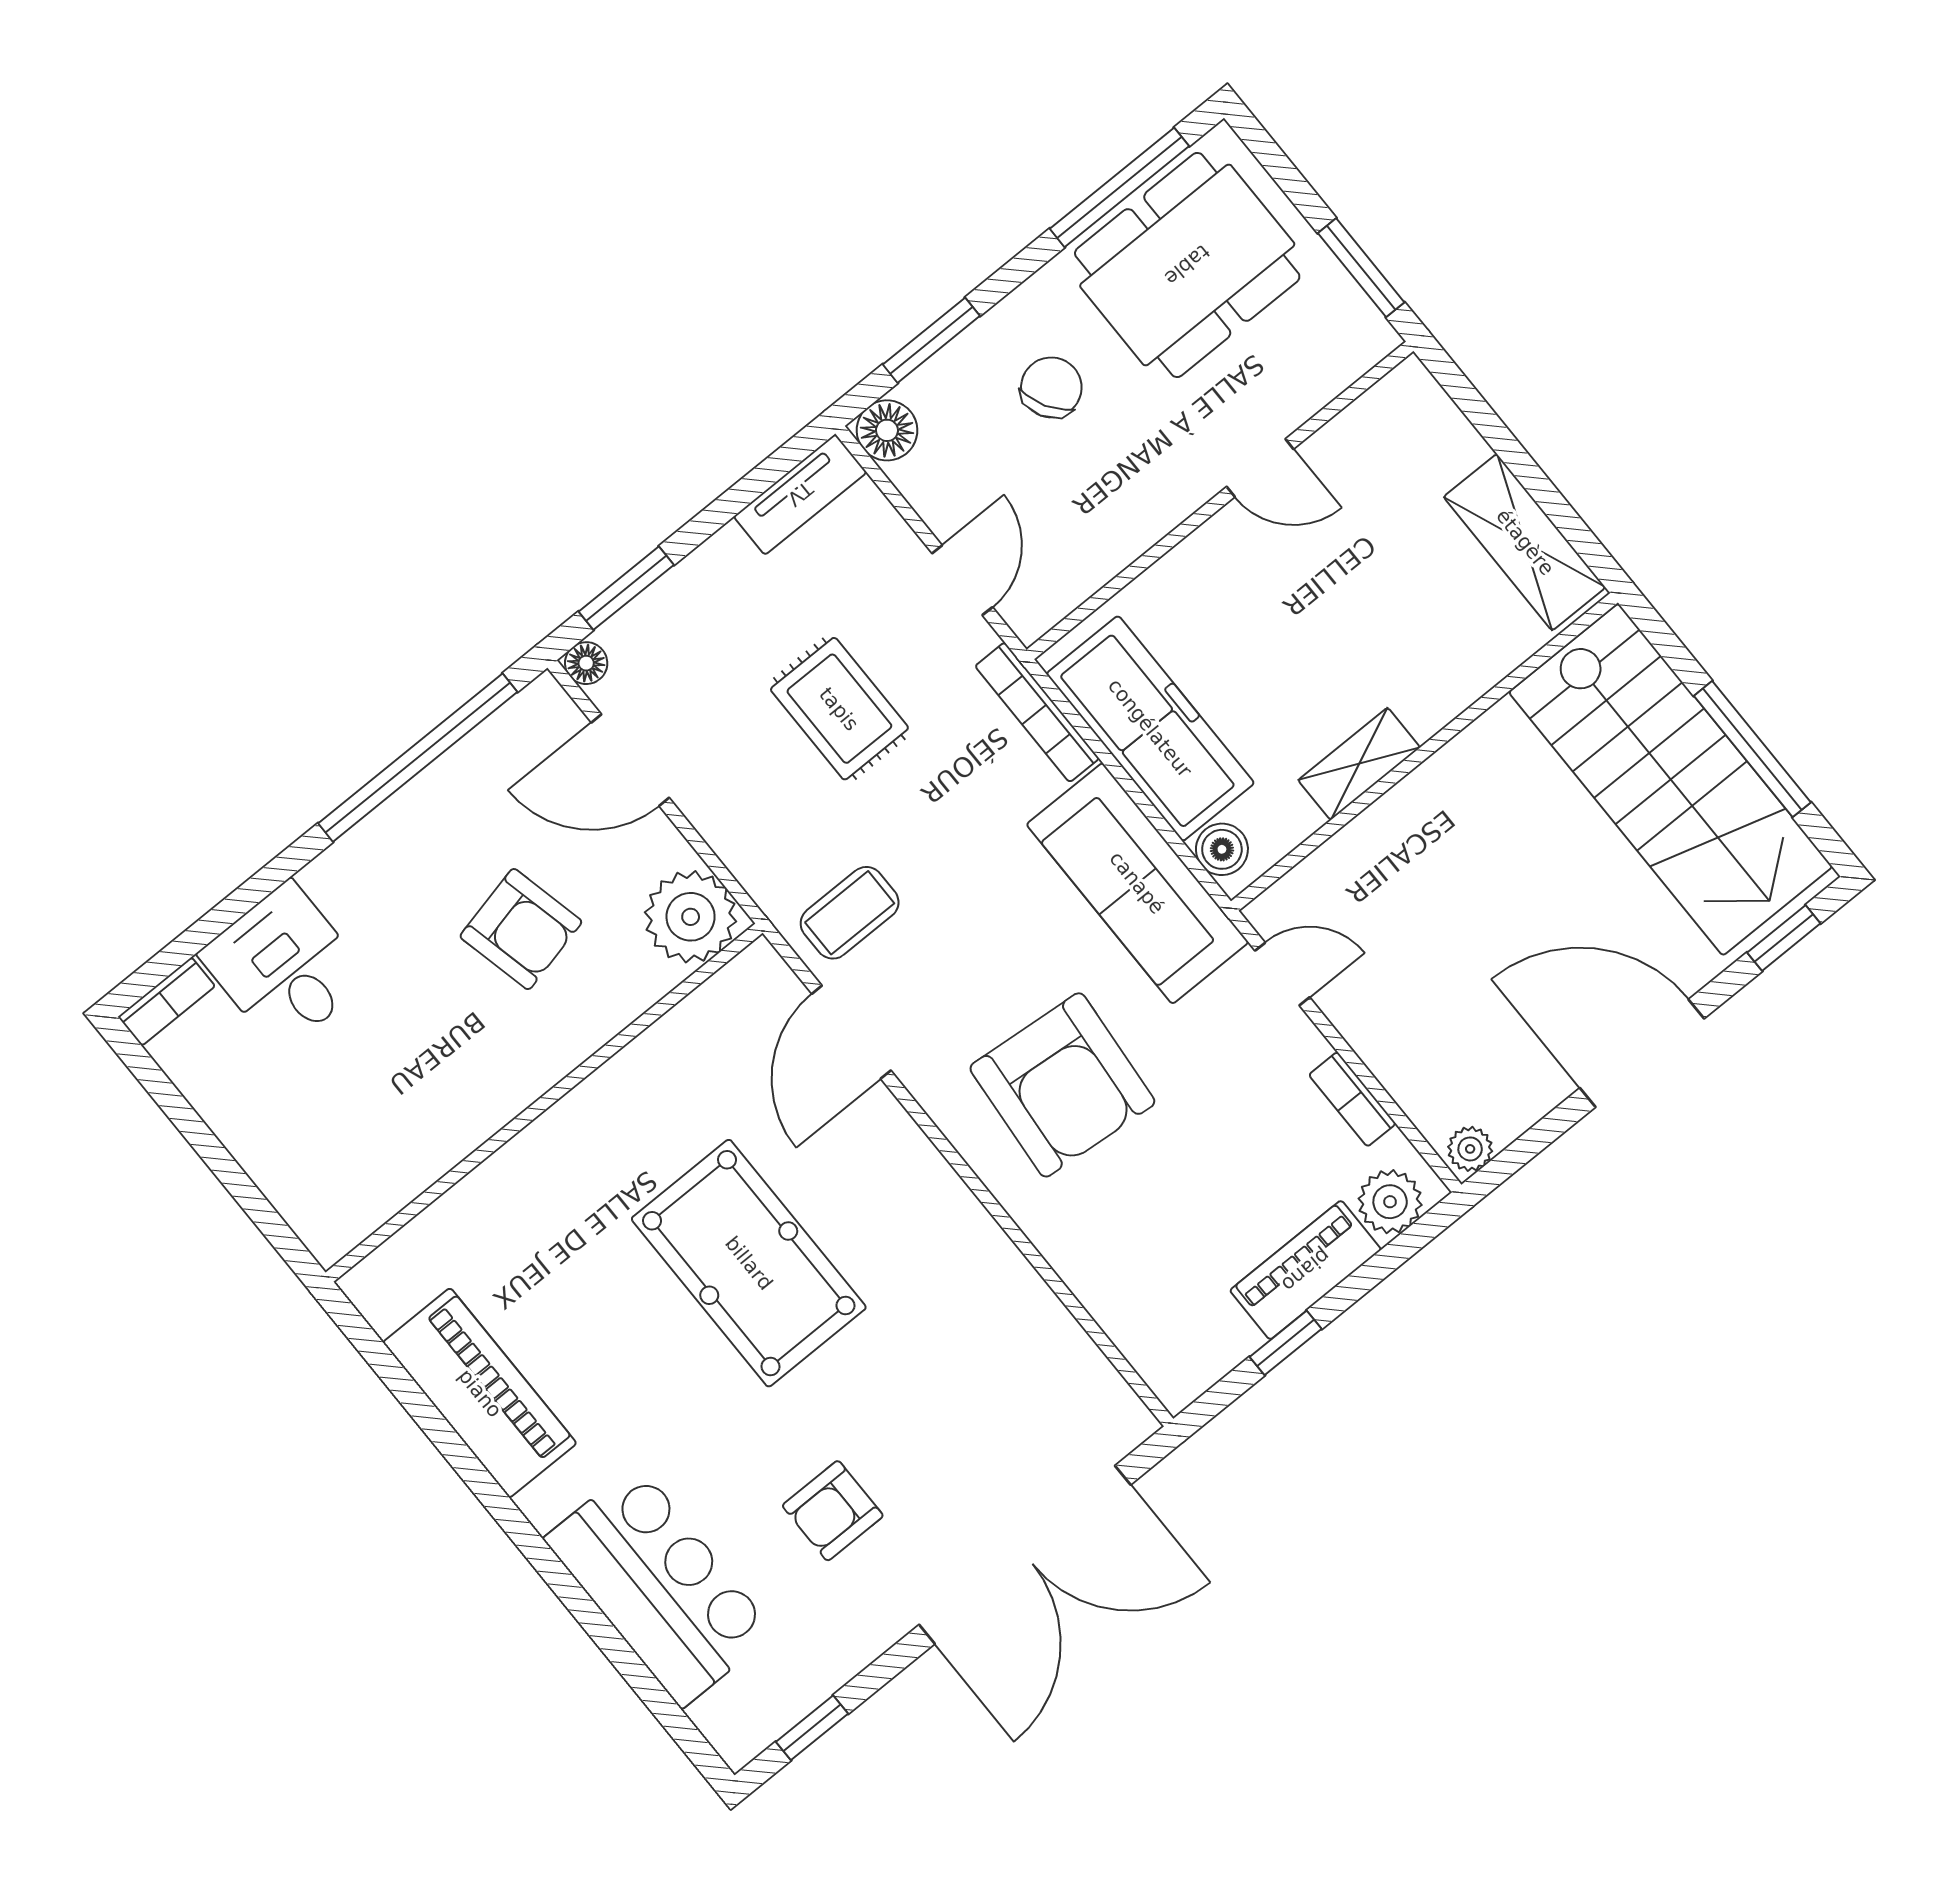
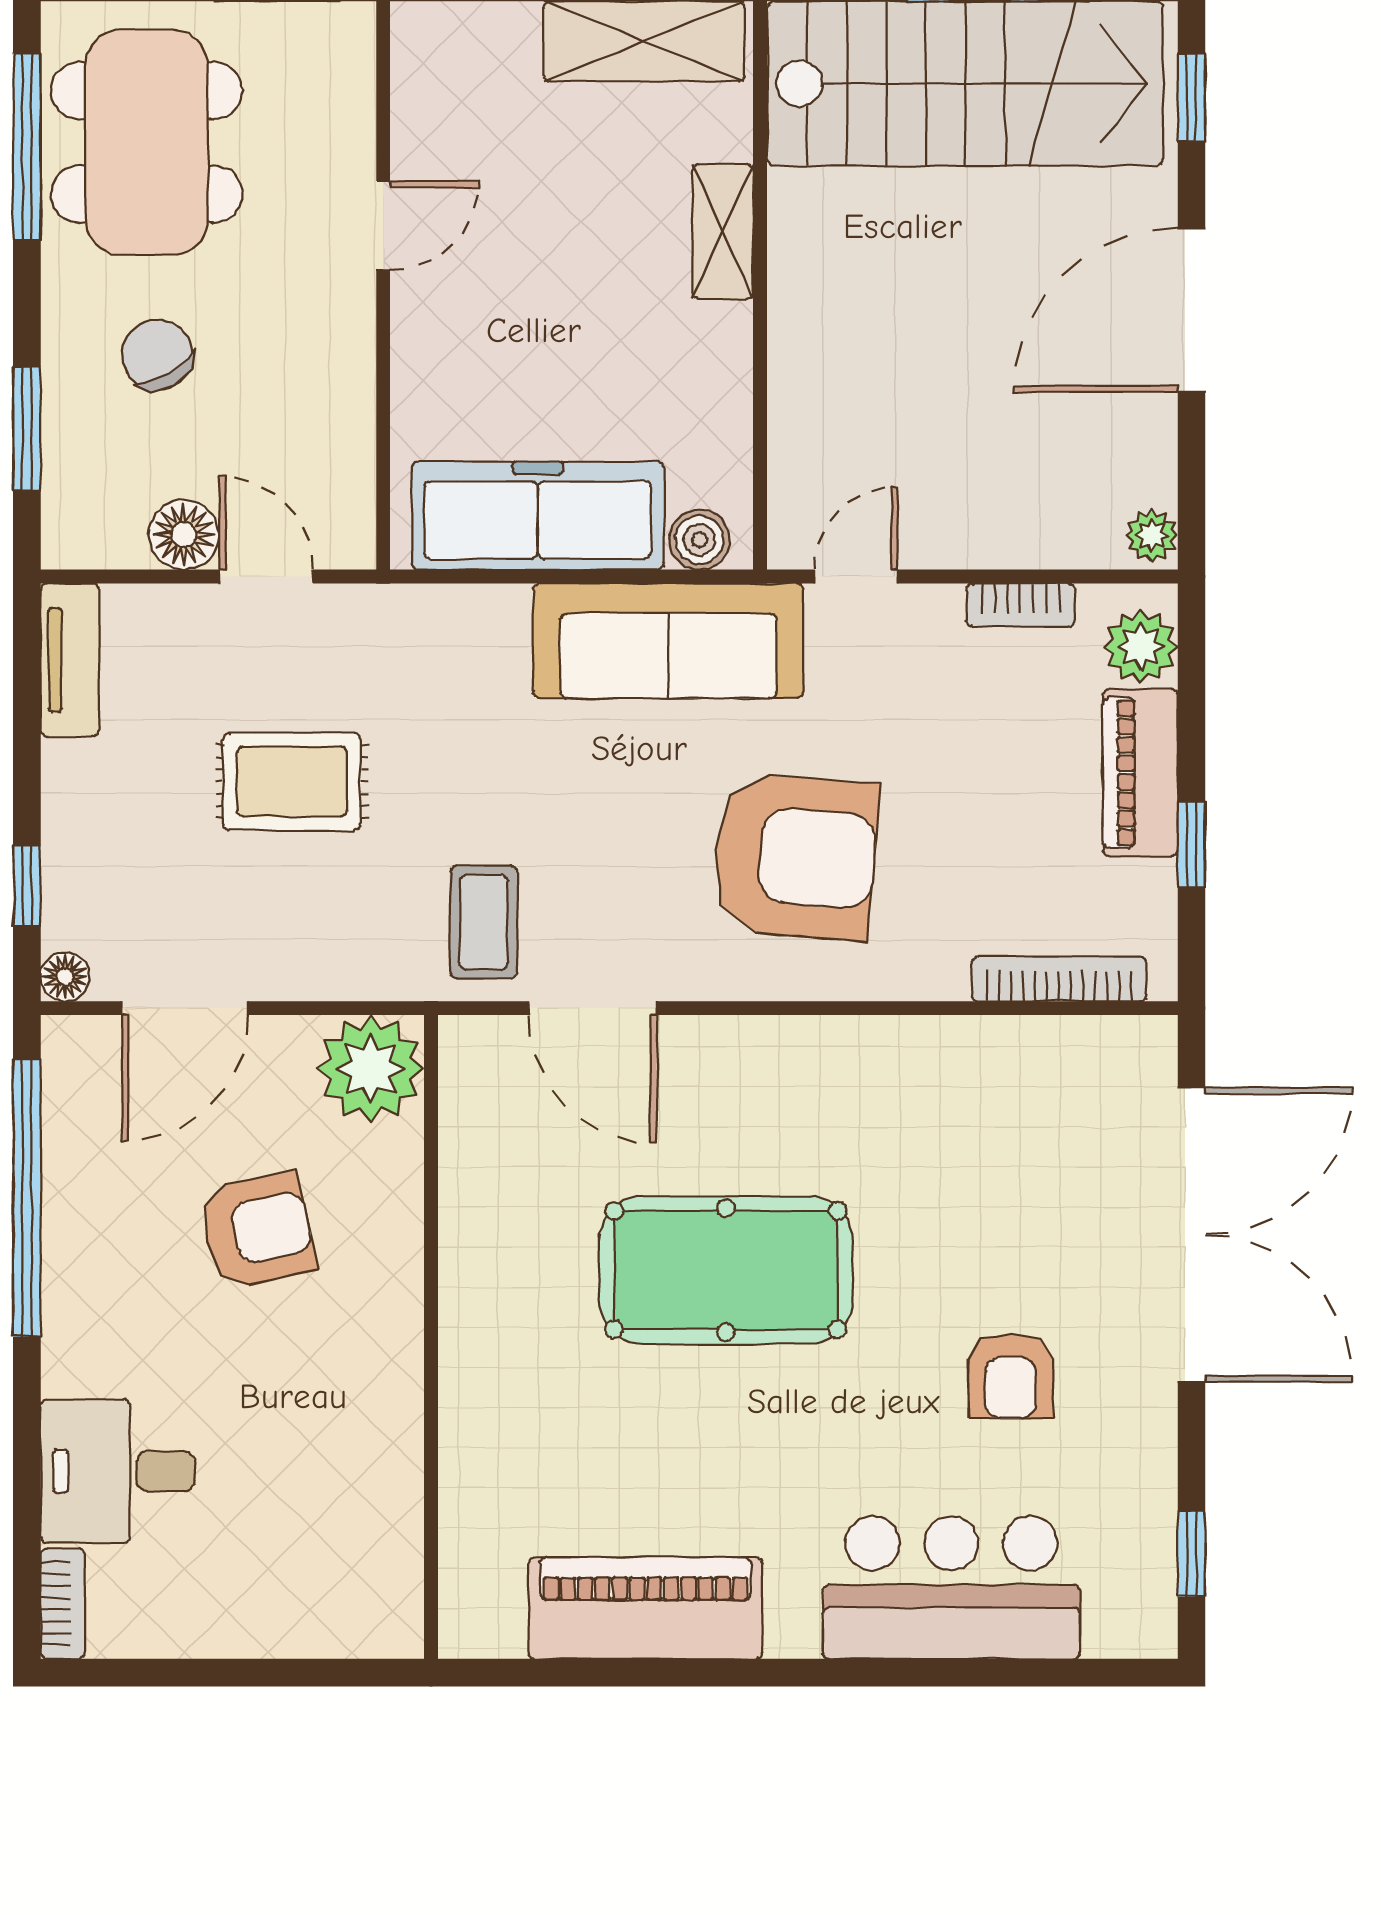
floor lamp: (887, 430) -> (184, 535), moved
window: (626, 588) -> (27, 886), width x0.67
bookcase: (1037, 712) -> (1059, 979), moved, turned 180
shelving: (1359, 764) -> (723, 232), moved

